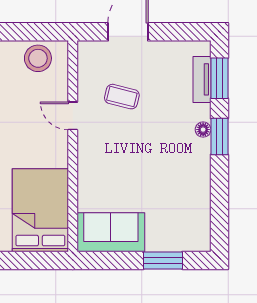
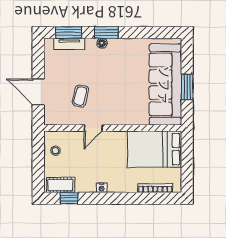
stool: (38, 58) -> (56, 151), width x0.53, depth x0.53
sofa: (111, 232) -> (165, 85), width x1.85, depth x1.27
window: (163, 260) -> (187, 87), moved

